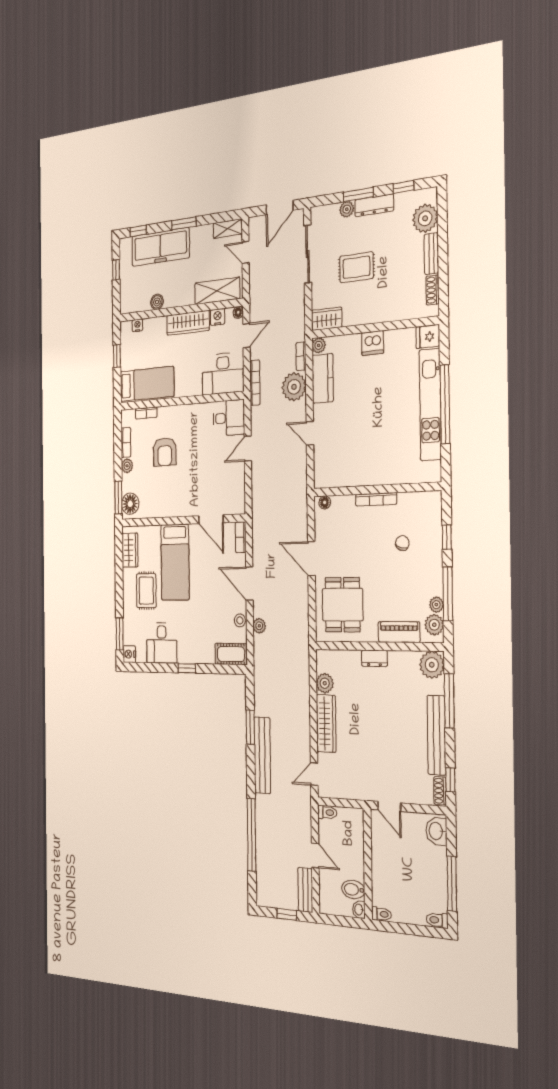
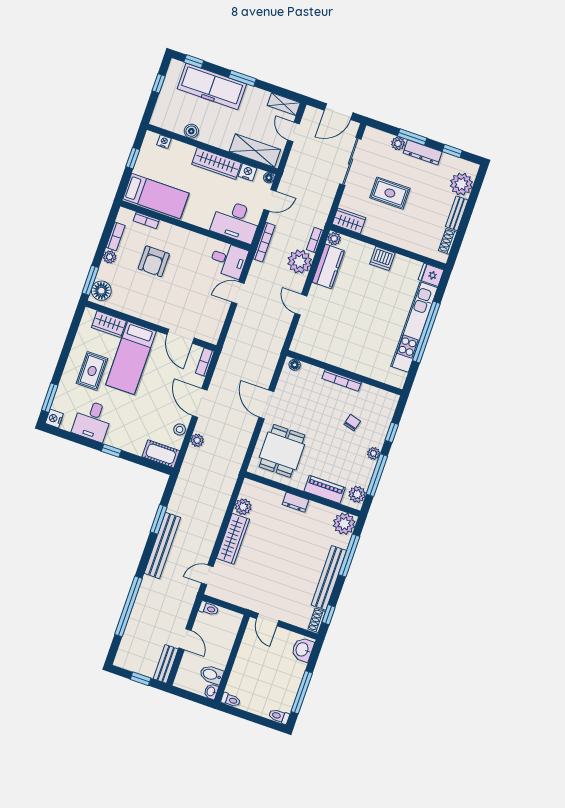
wardrobe: (130, 550) -> (109, 324), moved, turned 90
plant: (436, 605) -> (374, 453), moved

